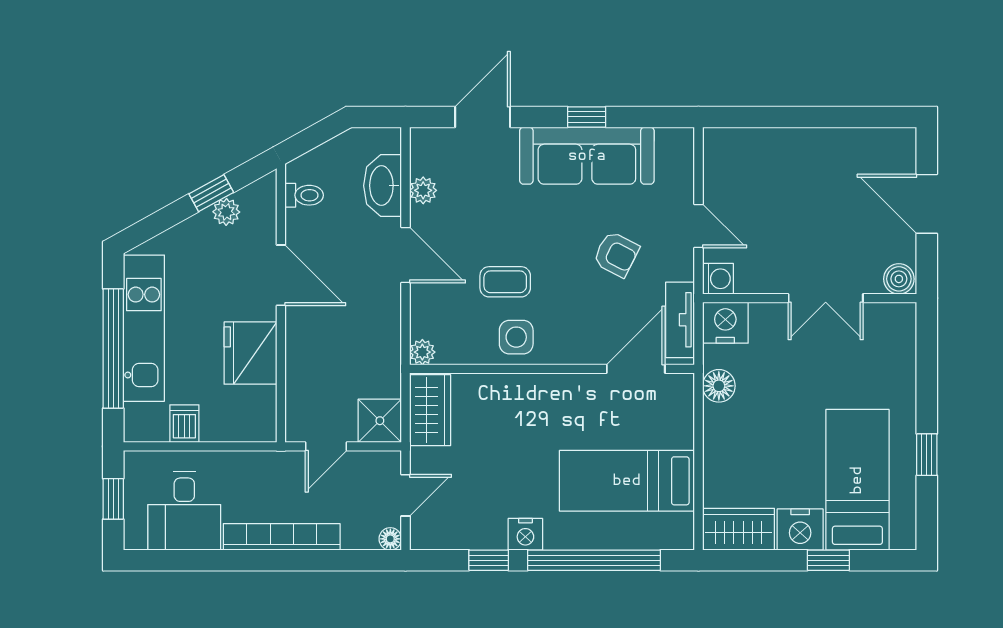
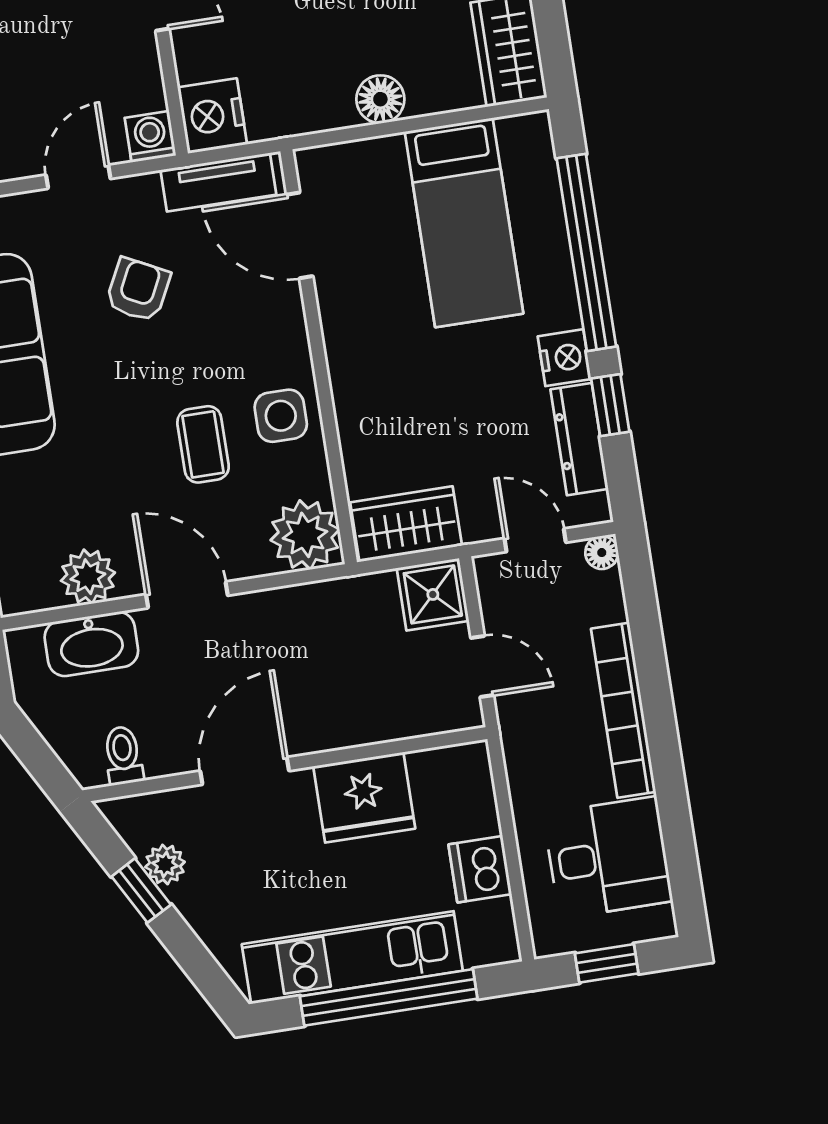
plant: (423, 190) -> (88, 577), width x1.38, depth x1.38
door: (406, 255) -> (187, 595), hinge flipped
plant: (422, 352) -> (305, 535), width x1.88, depth x1.88
floor lamp: (719, 386) -> (380, 99), moved
dishwasher: (184, 424) -> (480, 869), width x1.38
dresser: (469, 536) -> (579, 439), added

